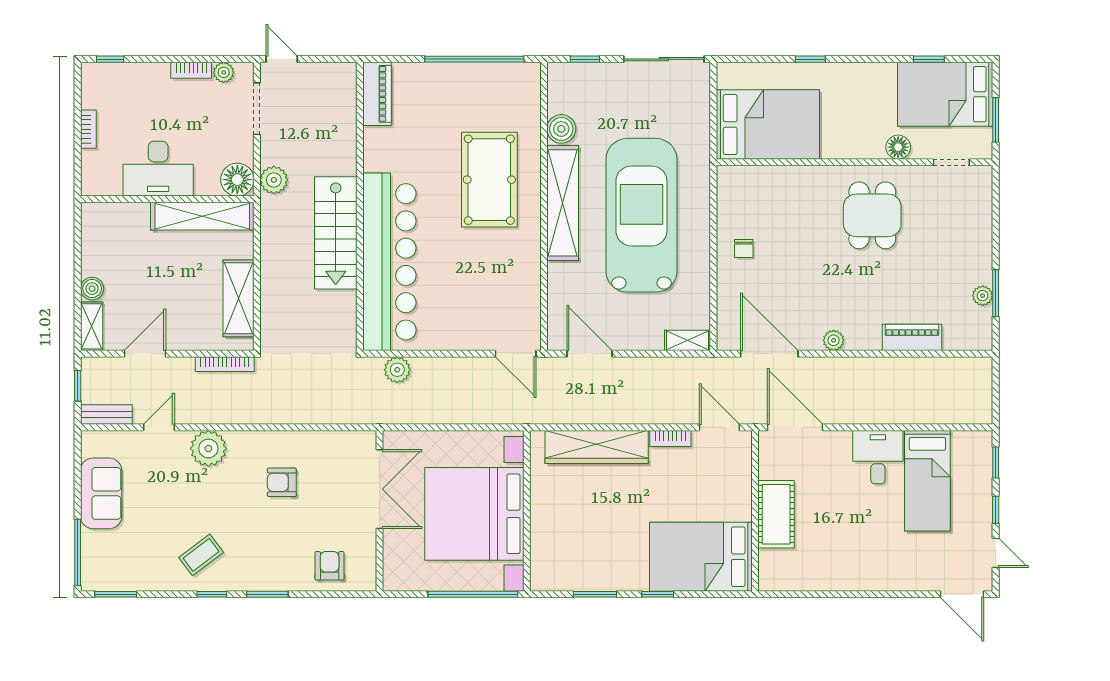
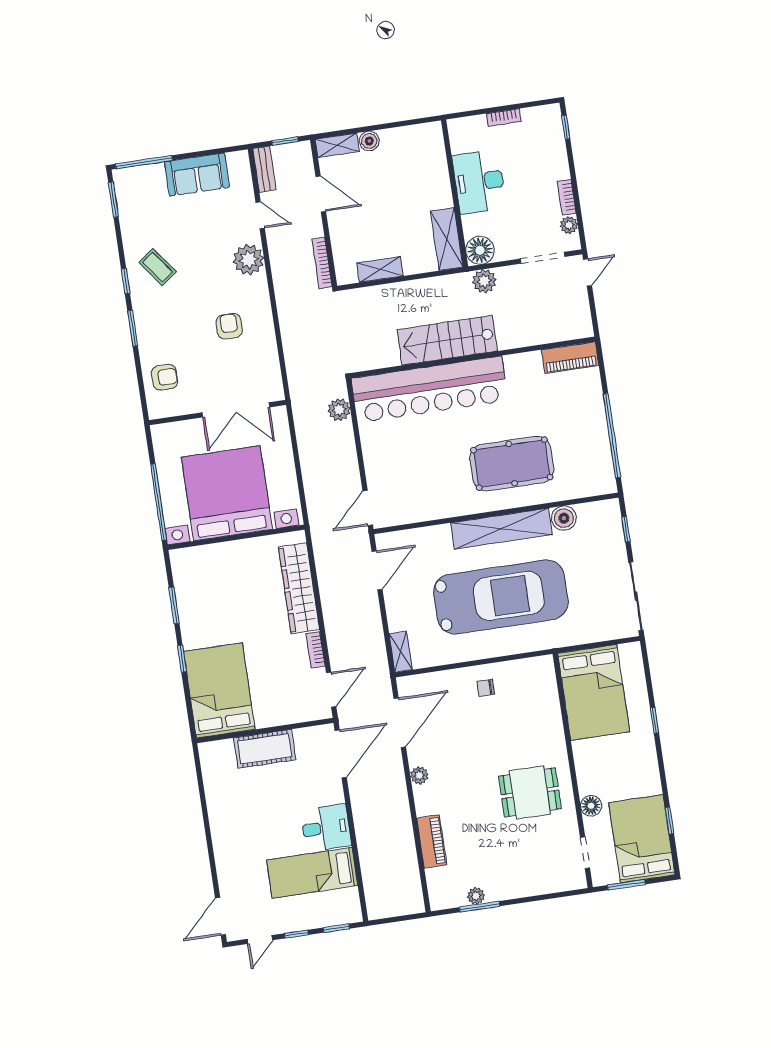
shelving: (202, 216) -> (447, 239), width x0.68
shelving: (238, 298) -> (380, 269), width x0.67, depth x0.75

